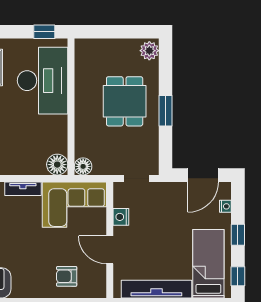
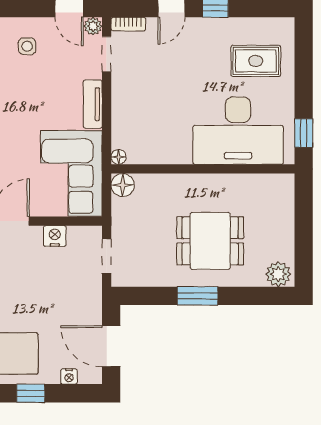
floor lamp: (57, 165) -> (119, 157), width x0.53, depth x0.53

